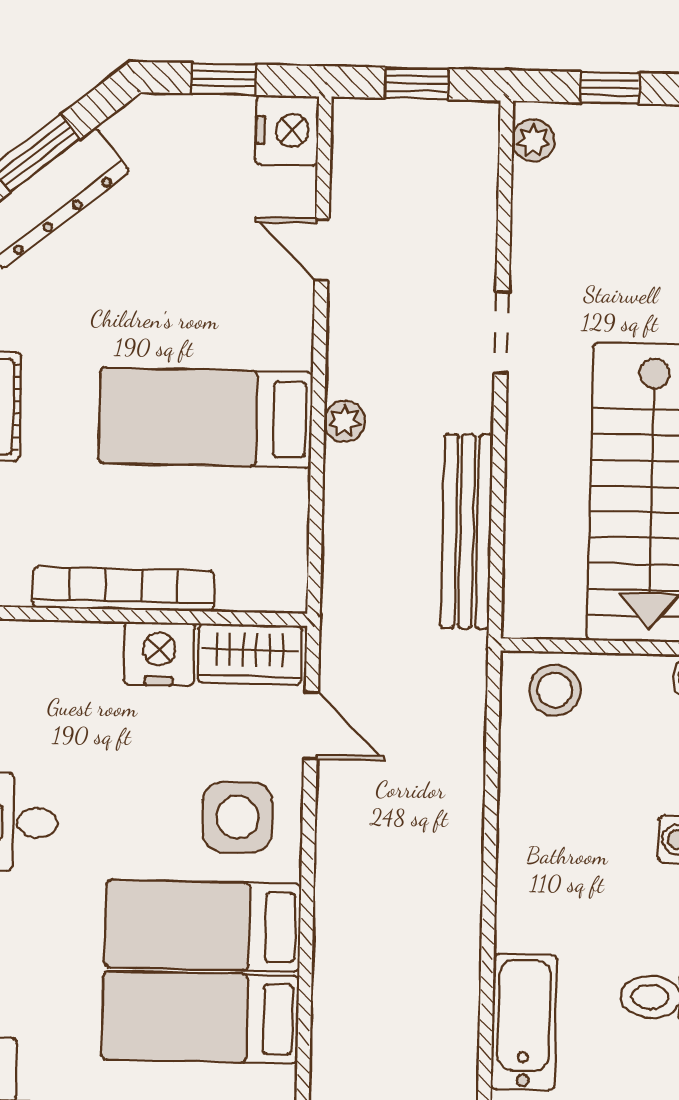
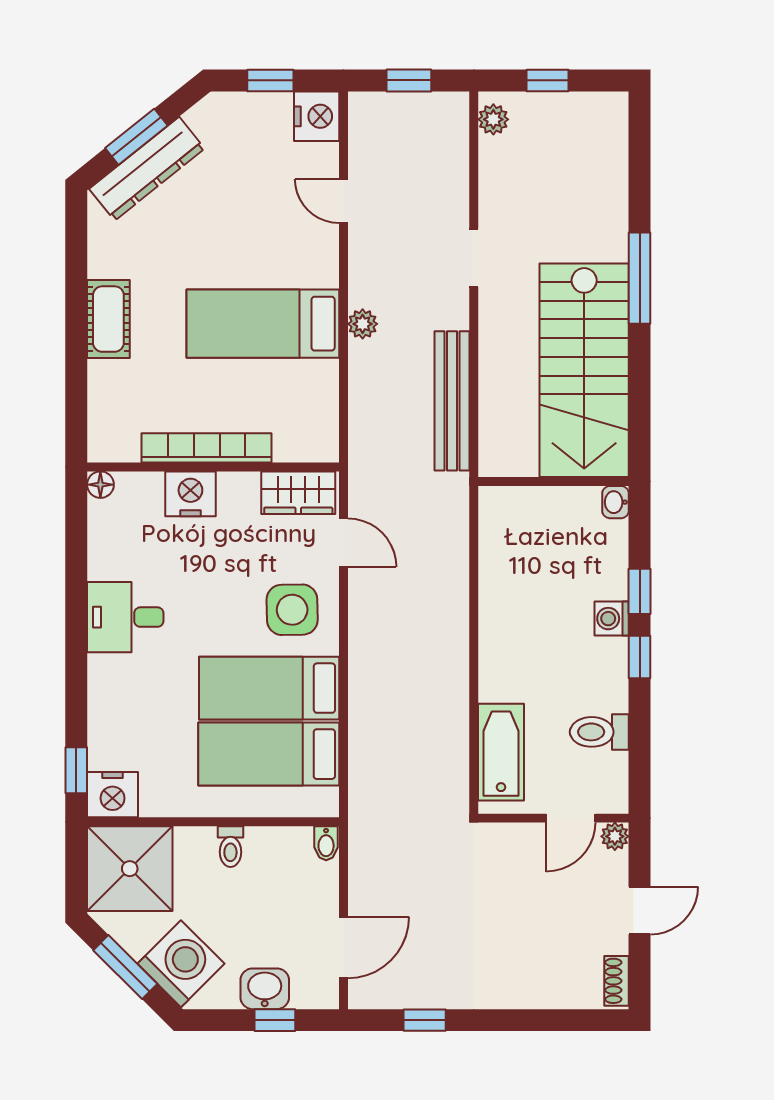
nightstand: (159, 654) -> (190, 494), moved
stool: (555, 690) -> (518, 513), removed

